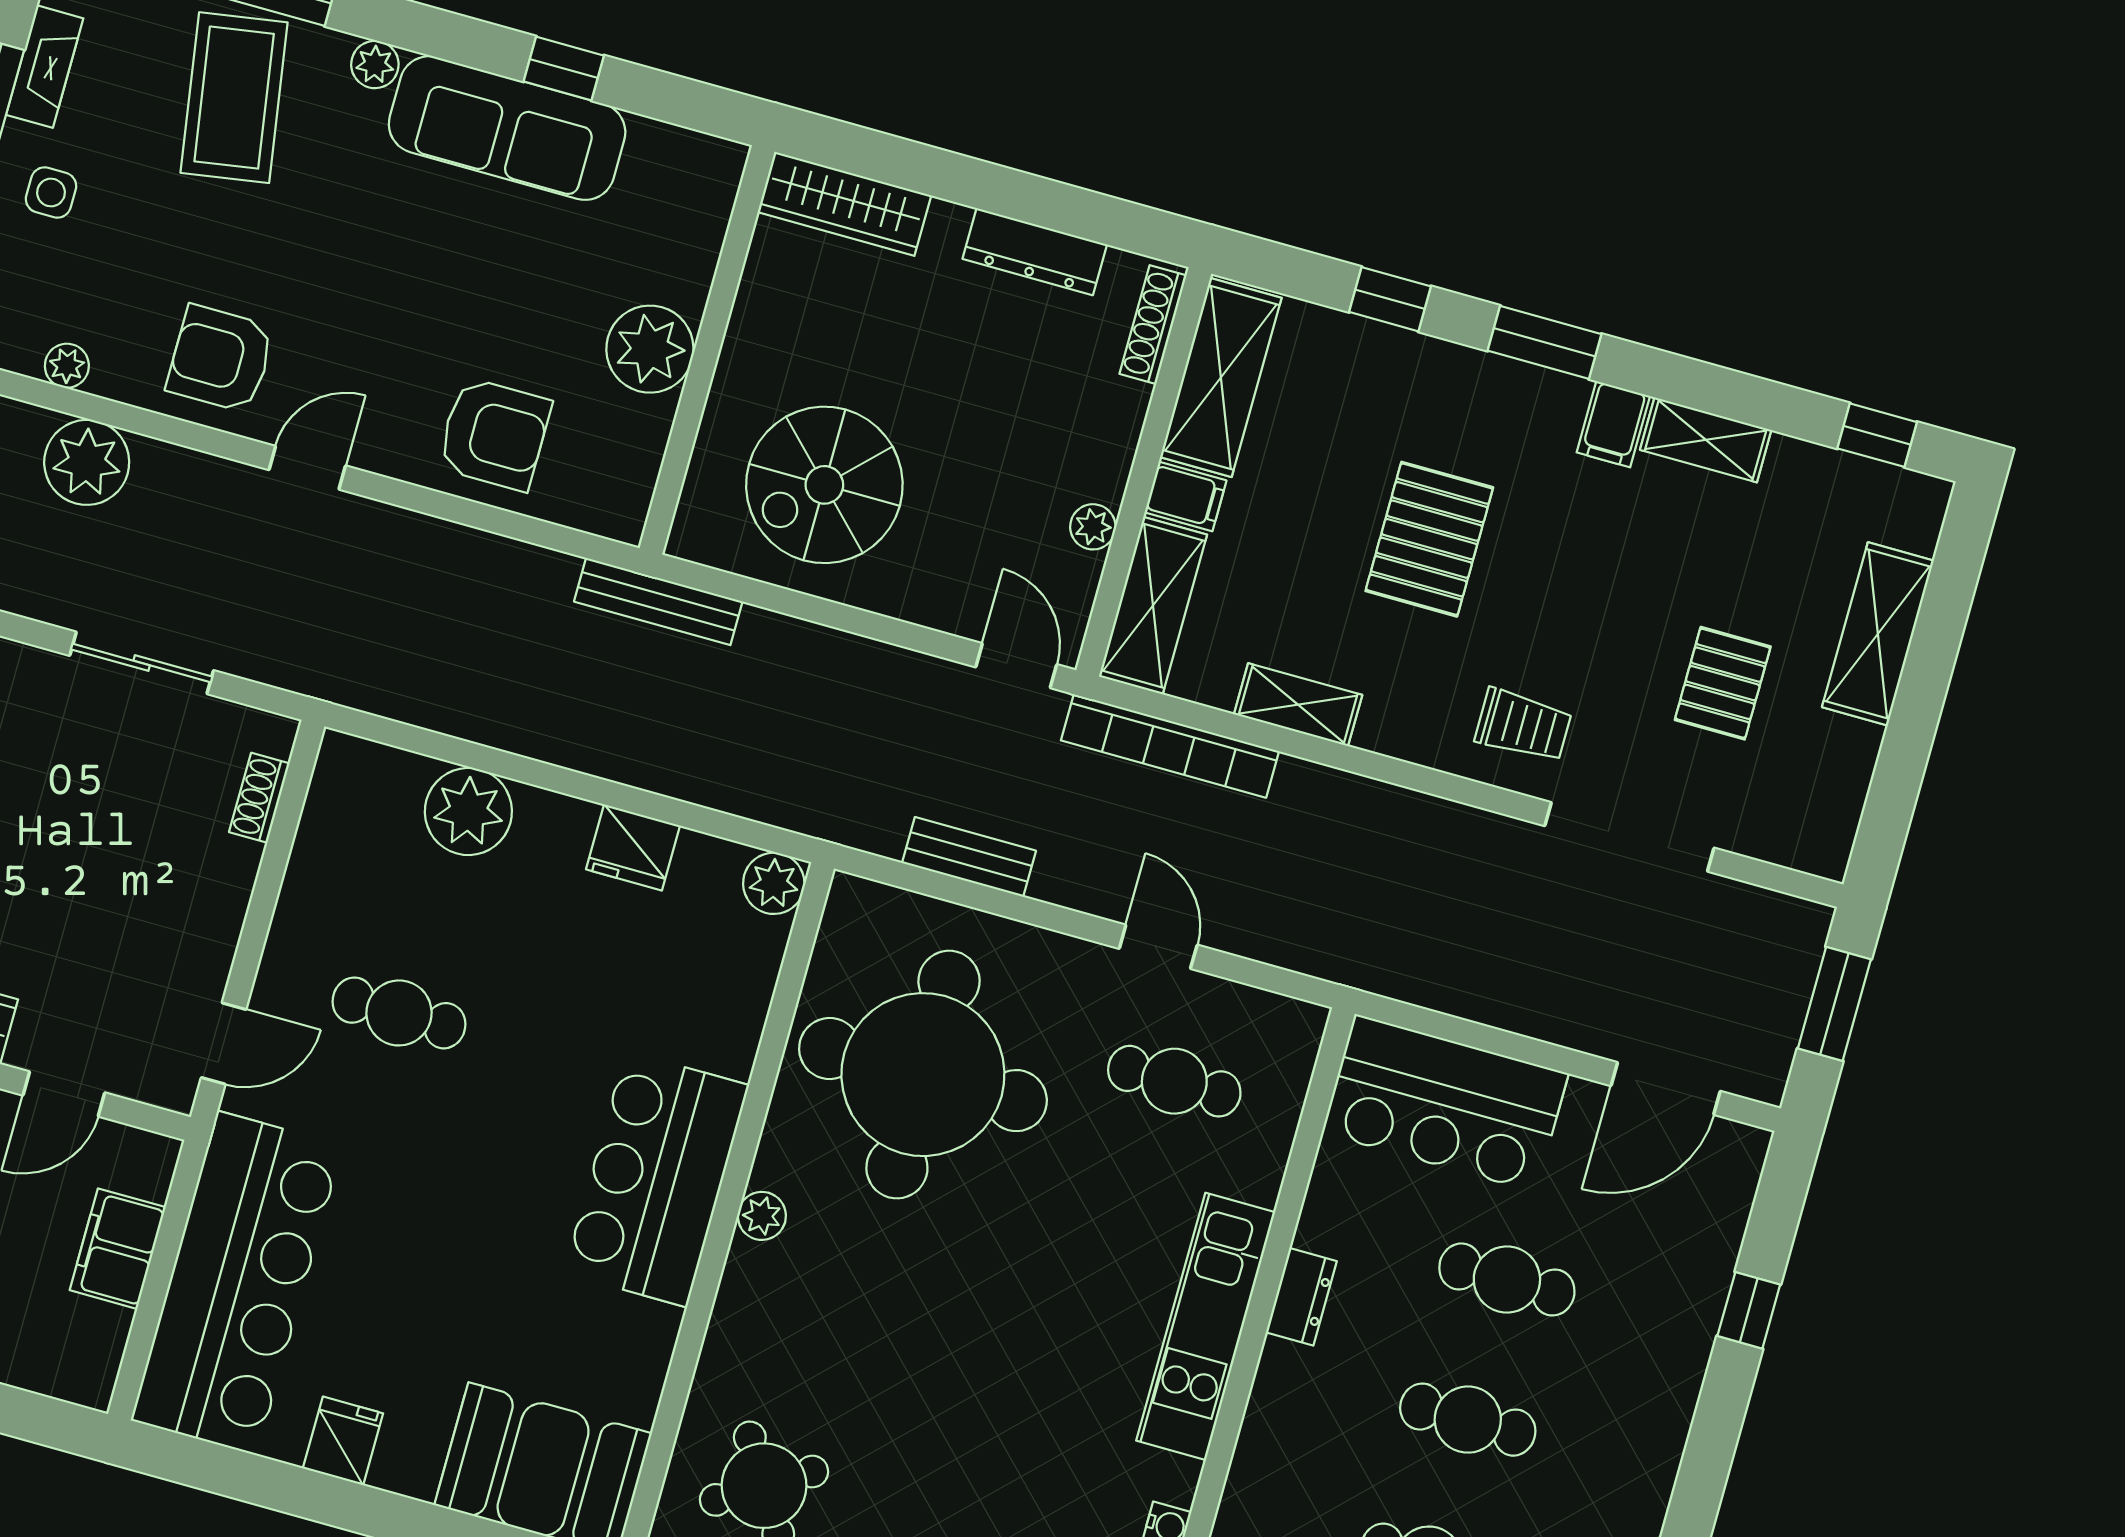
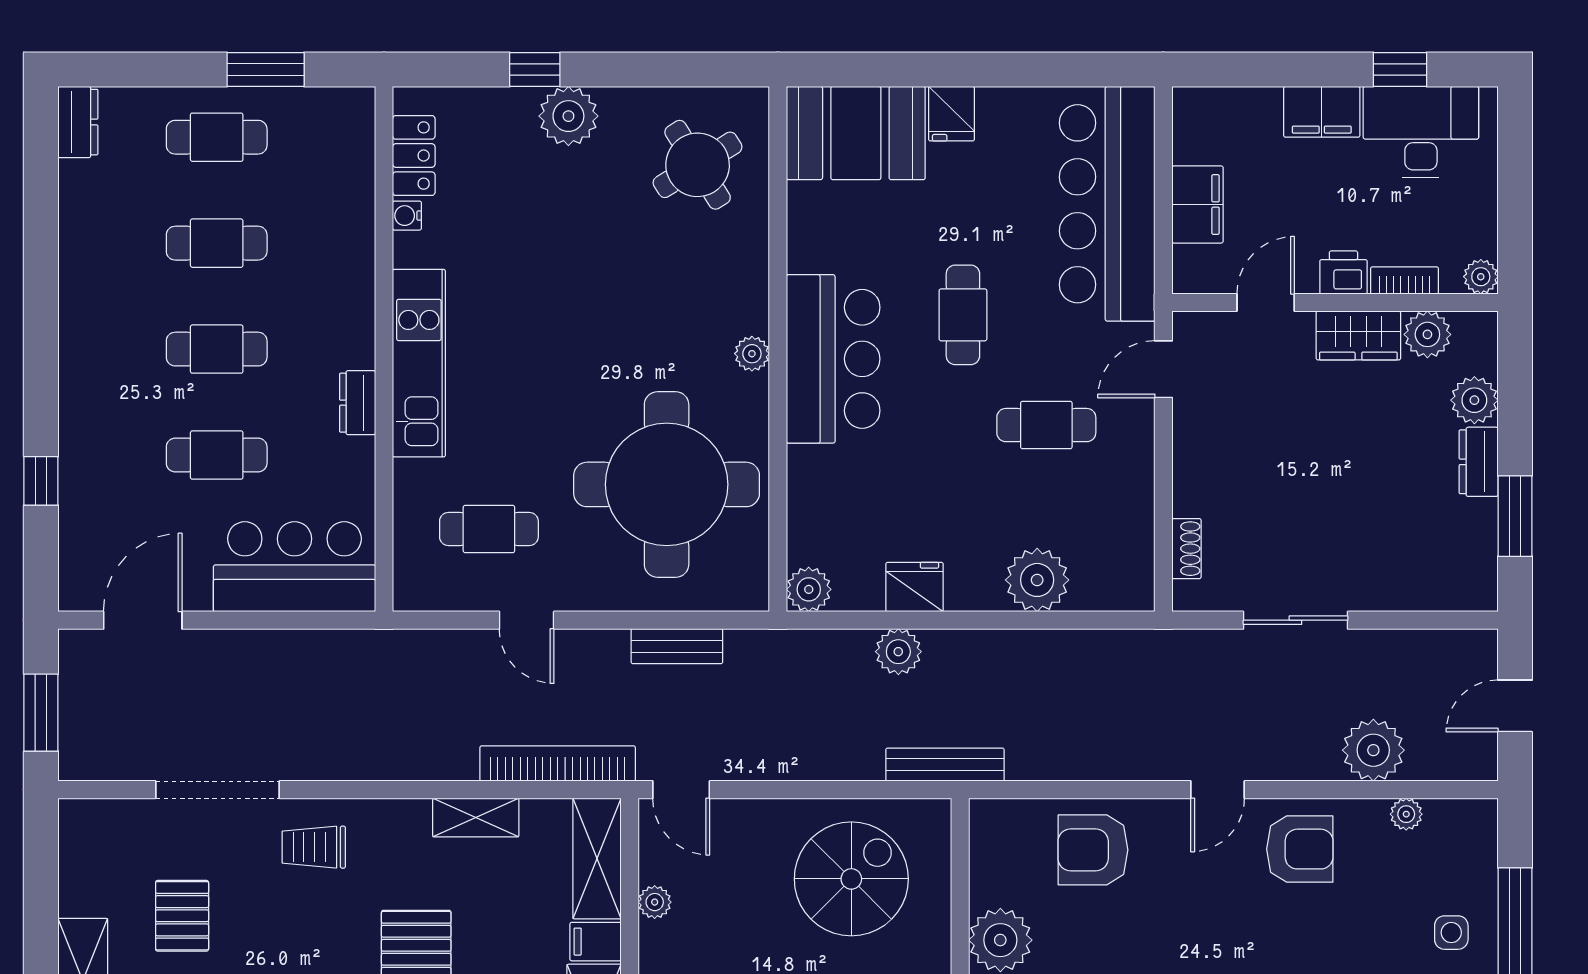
plant: (678, 768) -> (898, 652), added
cafe table: (469, 1189) -> (963, 315), added
fridge: (343, 1441) -> (952, 114), moved

